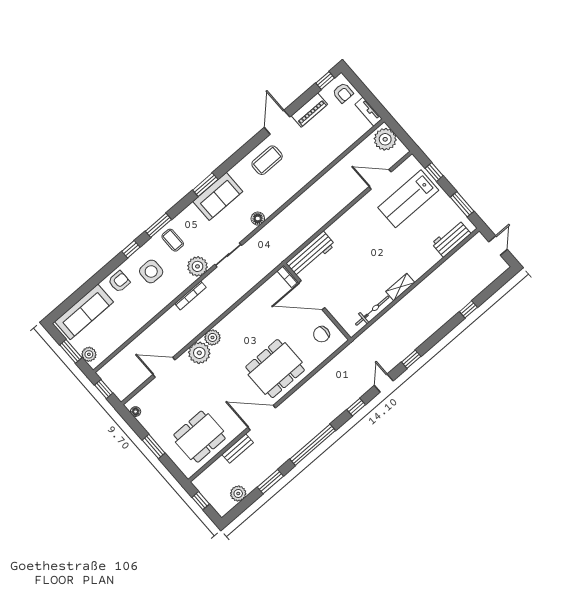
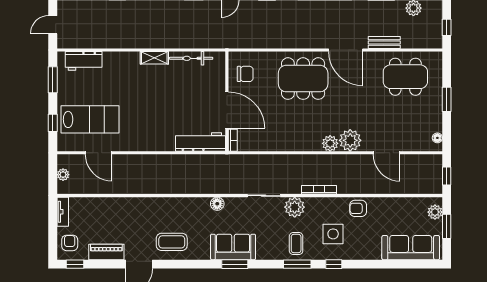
plant: (385, 139) -> (63, 175), width x0.53, depth x0.53
armchair: (119, 282) -> (358, 208), moved

